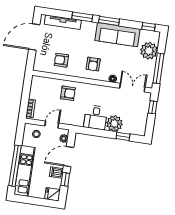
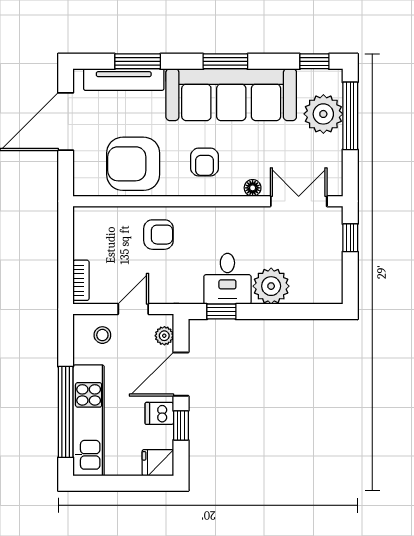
window: (82, 17) -> (138, 61), moved
sofa: (117, 35) -> (231, 95), width x1.36, depth x1.27
armchair: (61, 60) -> (133, 164), width x1.88, depth x1.88
window: (158, 68) -> (350, 116), moved
window: (123, 136) -> (221, 312), moved

